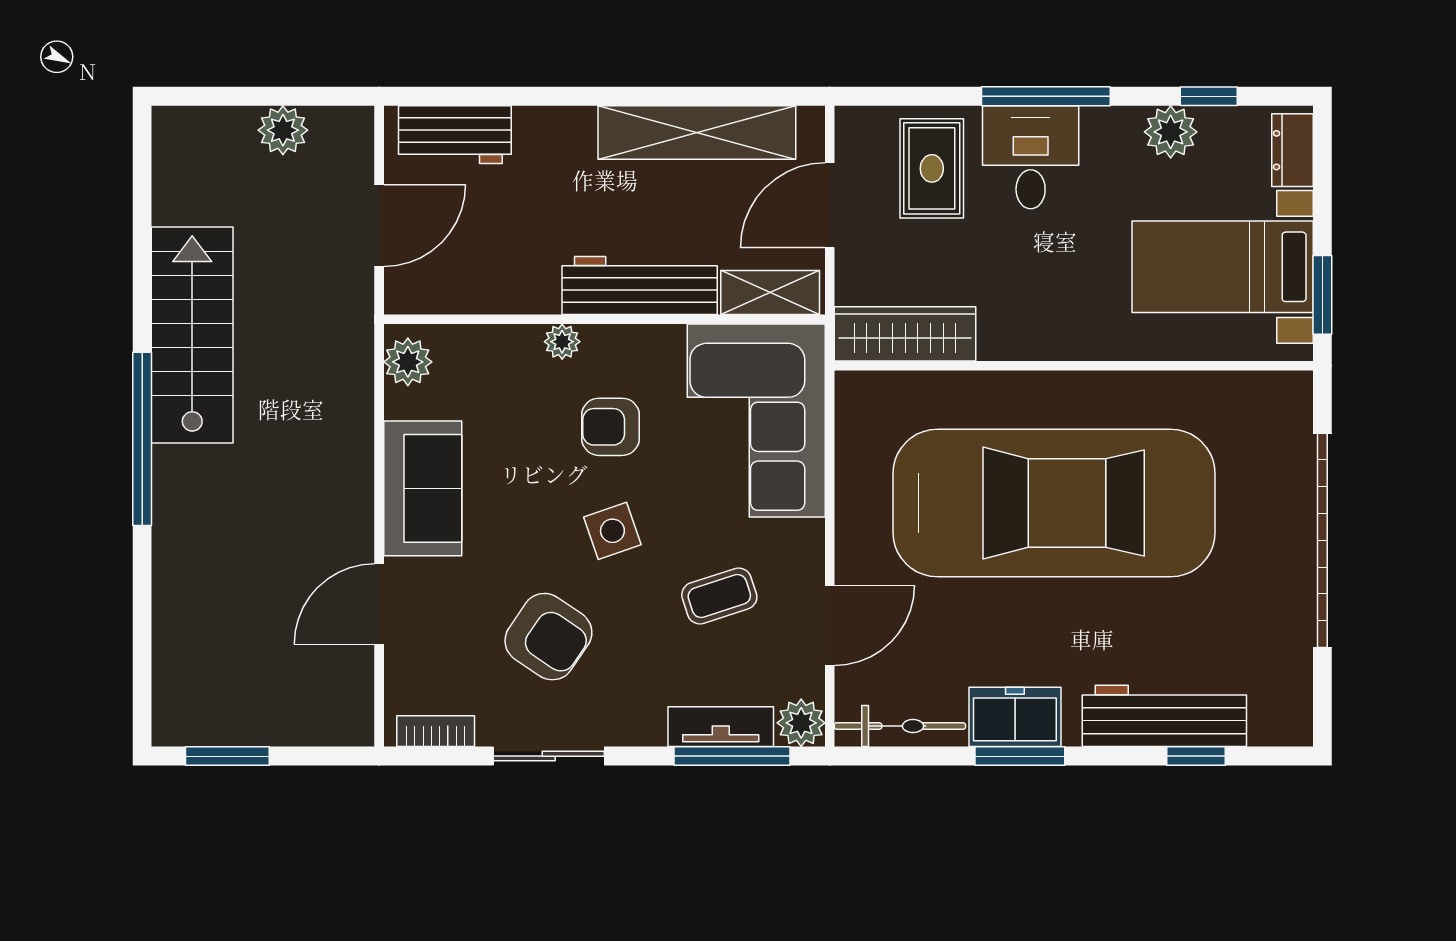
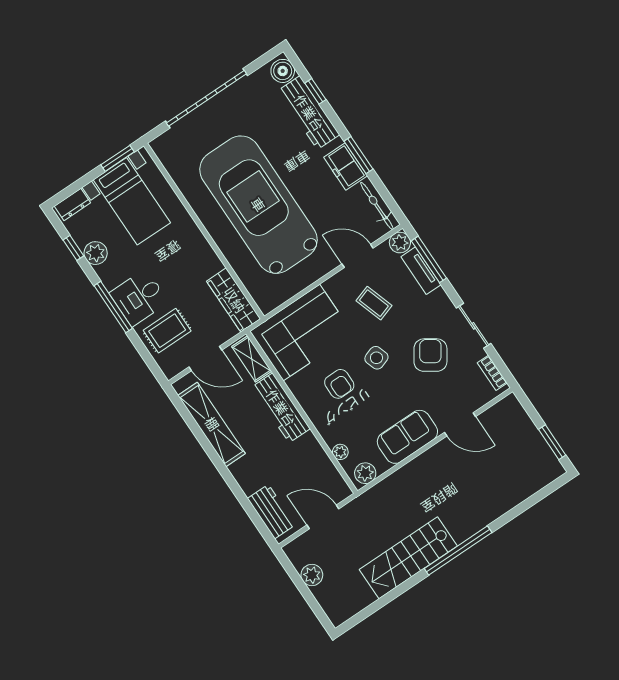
plant: (562, 342) -> (340, 452), moved
boiler: (1277, 720) -> (283, 71), added

